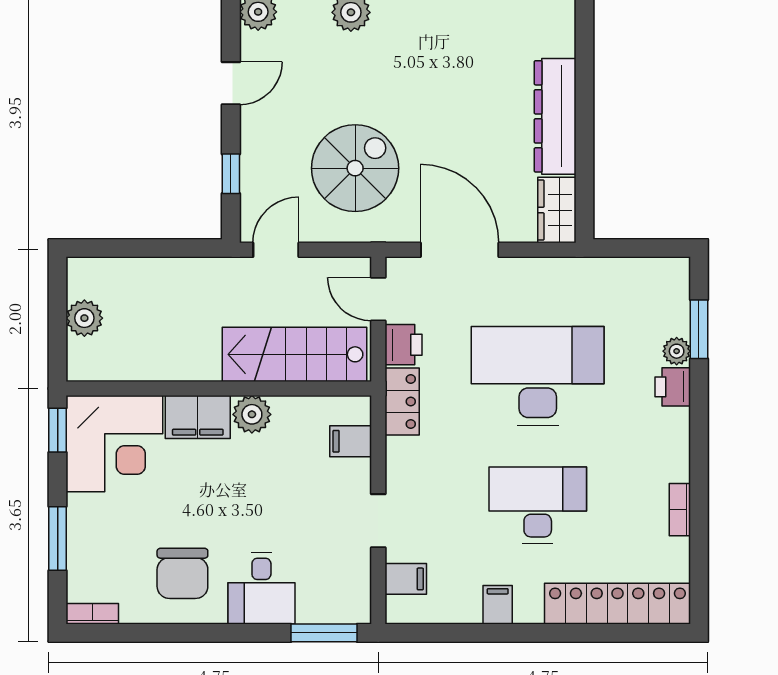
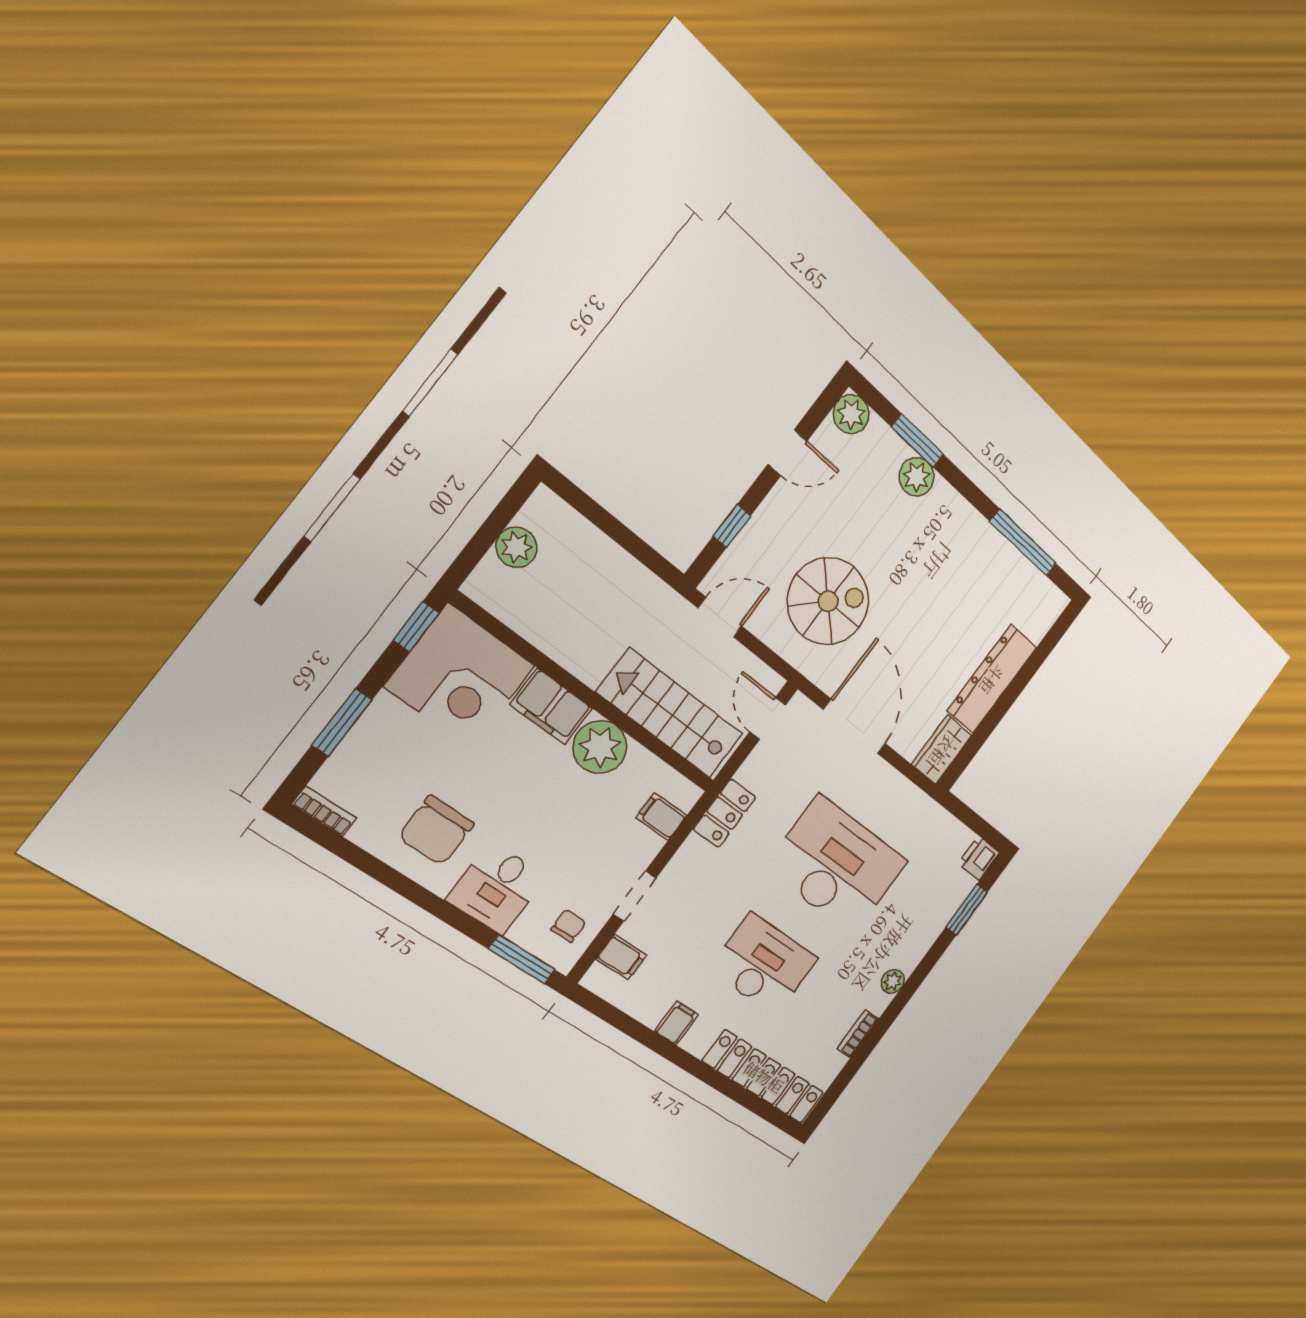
printer: (404, 345) -> (759, 769), removed
plant: (677, 351) -> (893, 981), moved
printer: (673, 387) -> (979, 858), moved
plant: (252, 414) -> (600, 747), width x1.36, depth x1.36
chair: (342, 581) -> (568, 926), added

